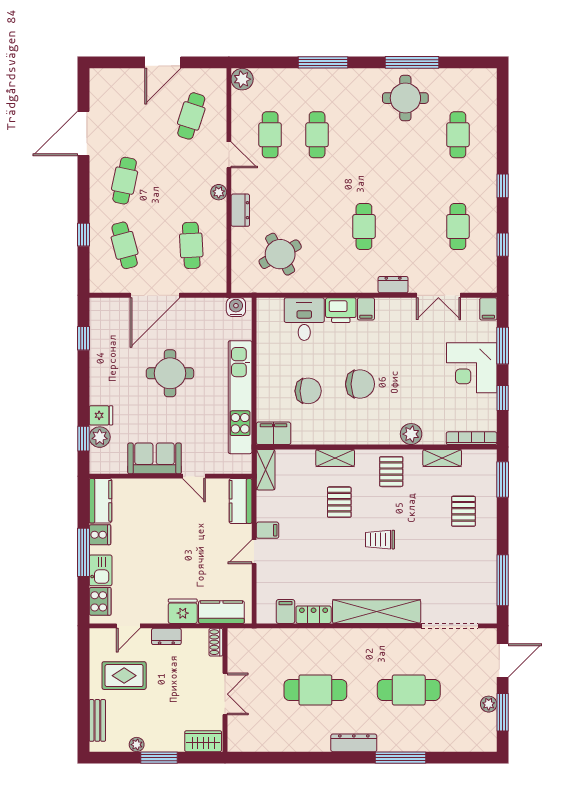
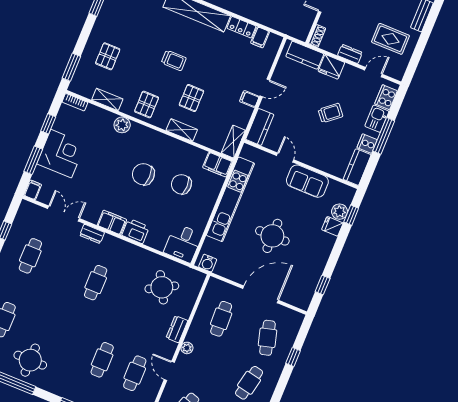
filing cabinet: (366, 309) -> (112, 222), width x2.00
desk: (304, 319) -> (183, 243), moved
bookcase: (472, 438) -> (75, 102), width x0.64
trolley: (161, 554) -> (330, 113), added

